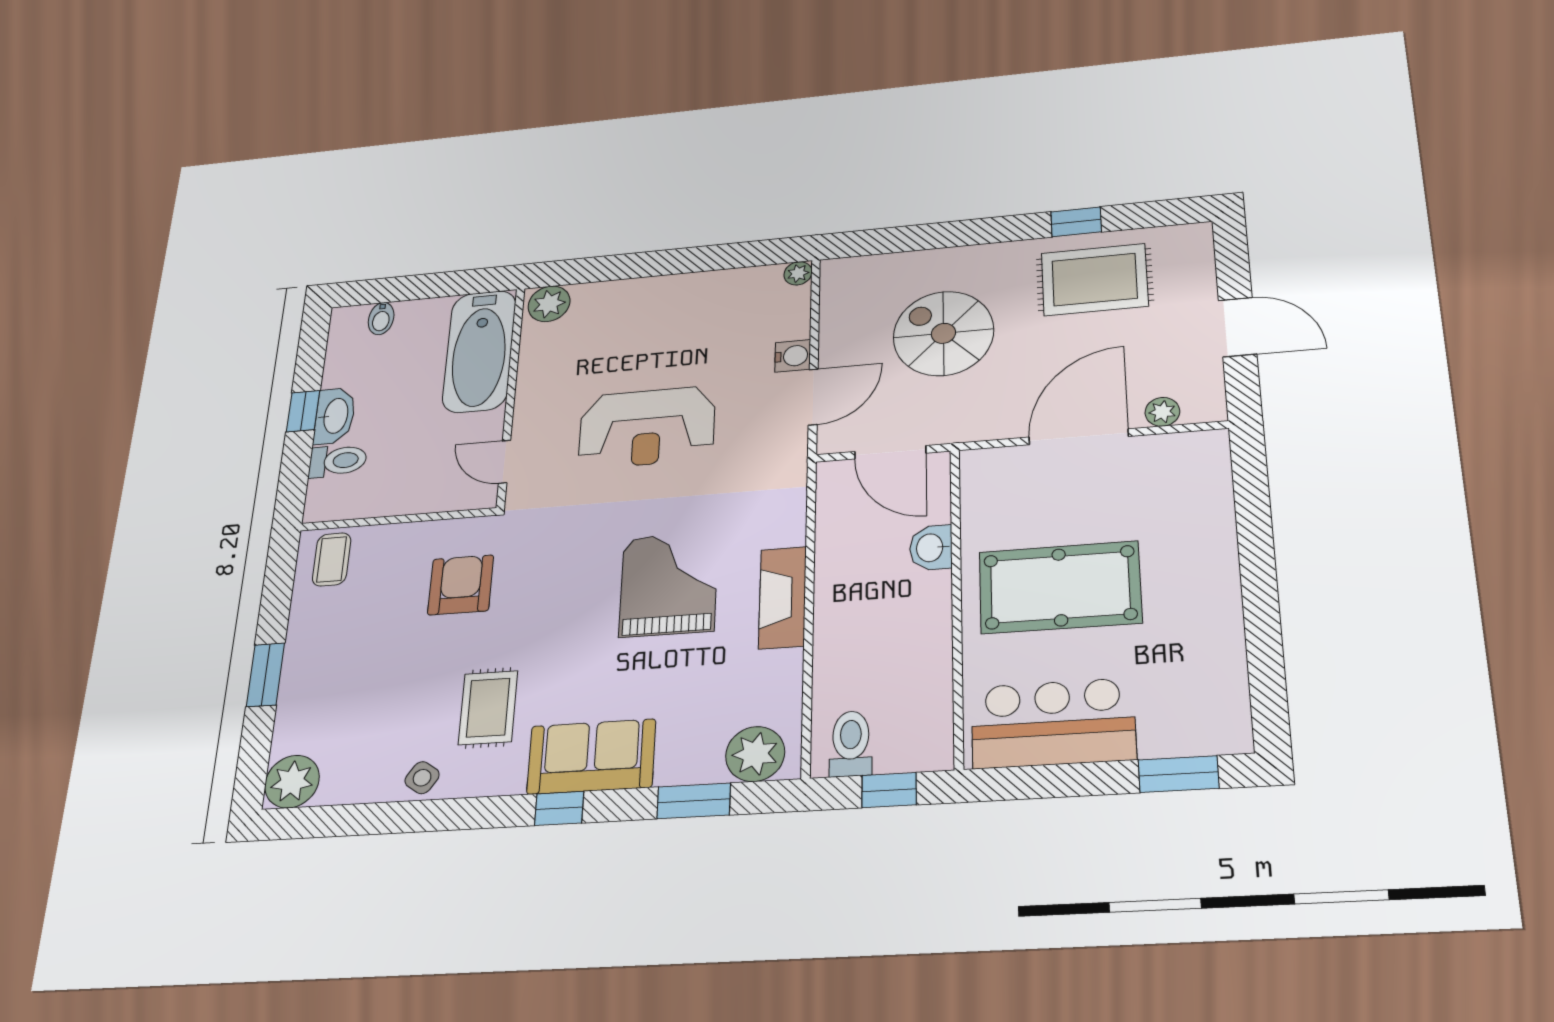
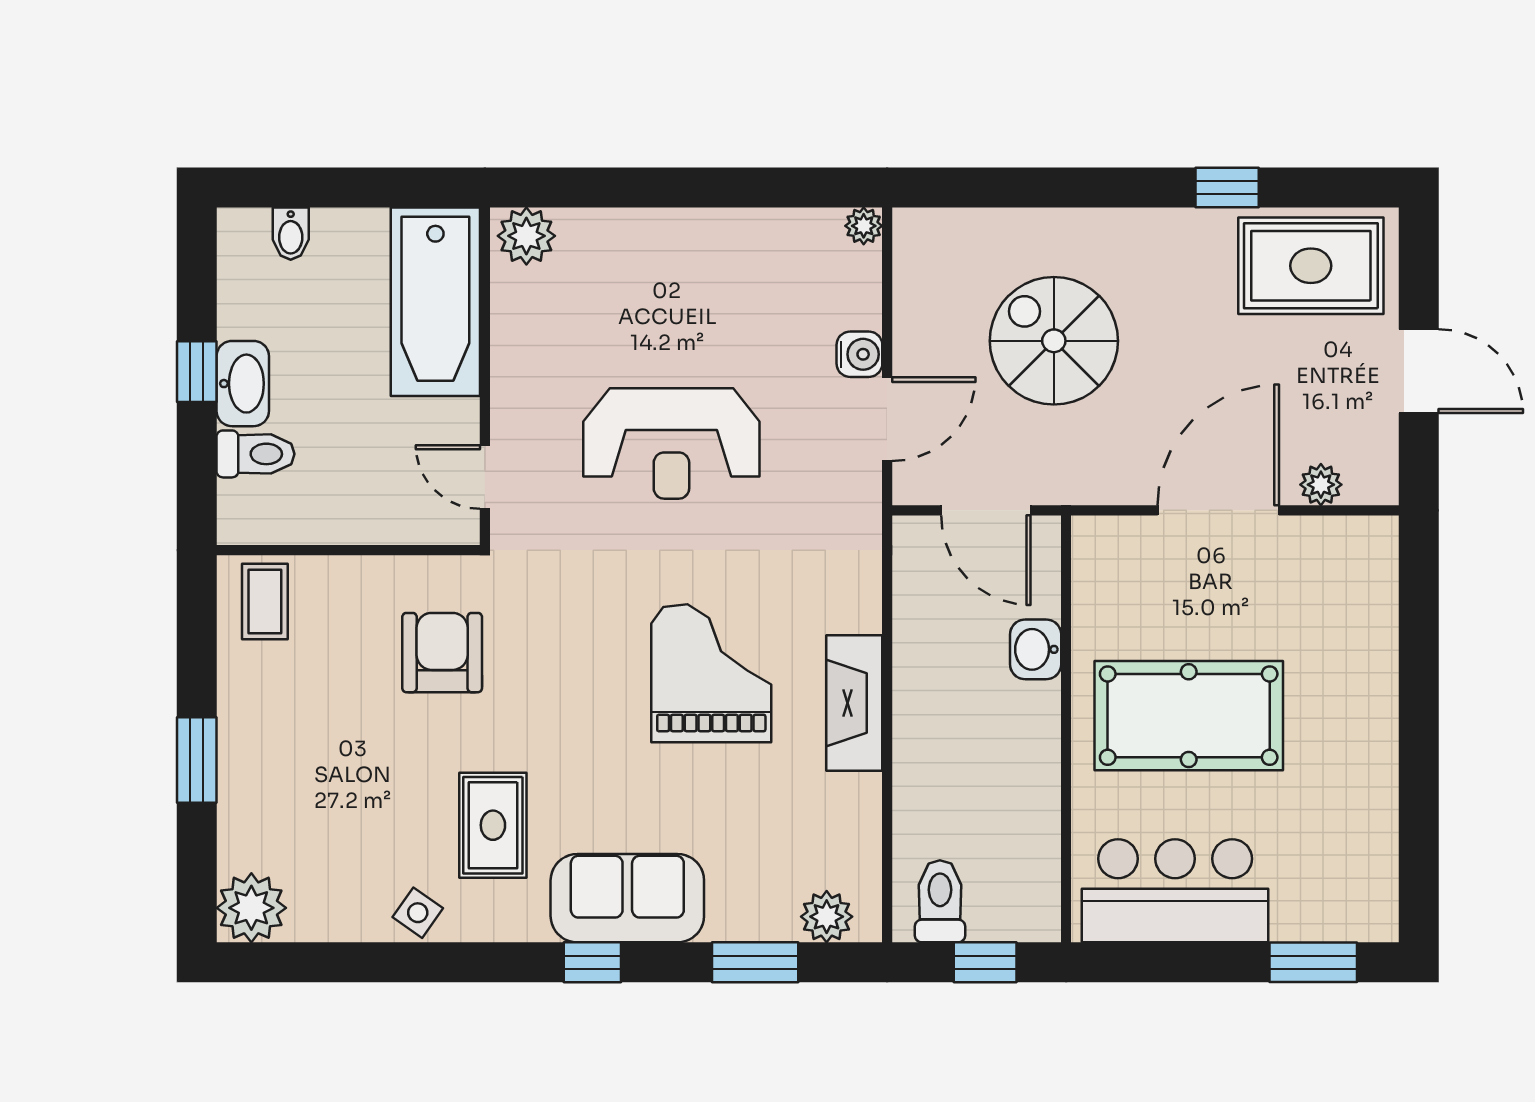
rug: (1095, 280) -> (1311, 266), moved
plant: (755, 754) -> (827, 917), width x0.73, depth x0.73

